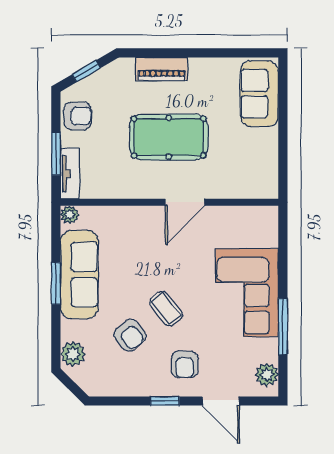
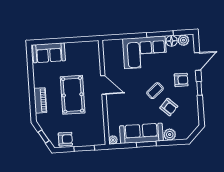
armchair: (78, 116) -> (65, 139), turned 90
tv unit: (70, 174) -> (93, 141), removed
armchair: (130, 335) -> (169, 107), turned 82
floor lamp: (267, 350) -> (172, 41), added
plant: (73, 354) -> (170, 135), moved

